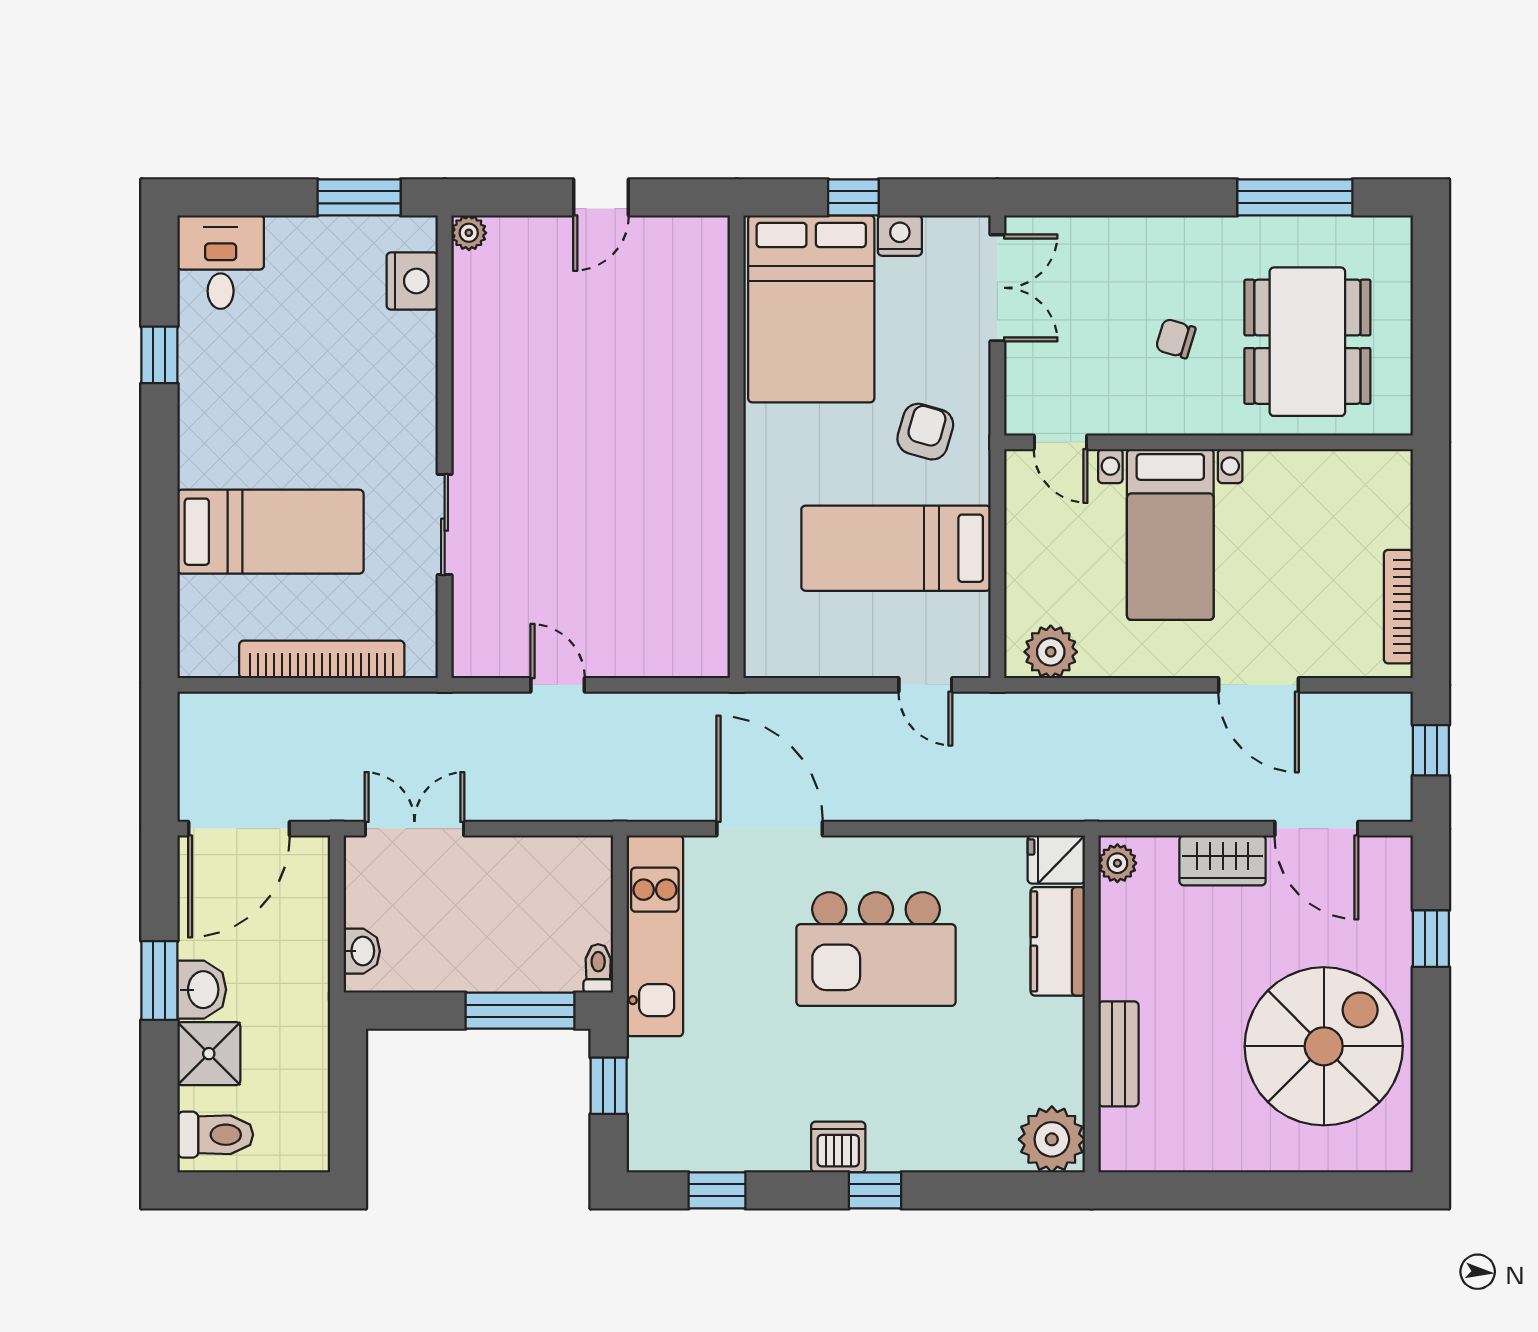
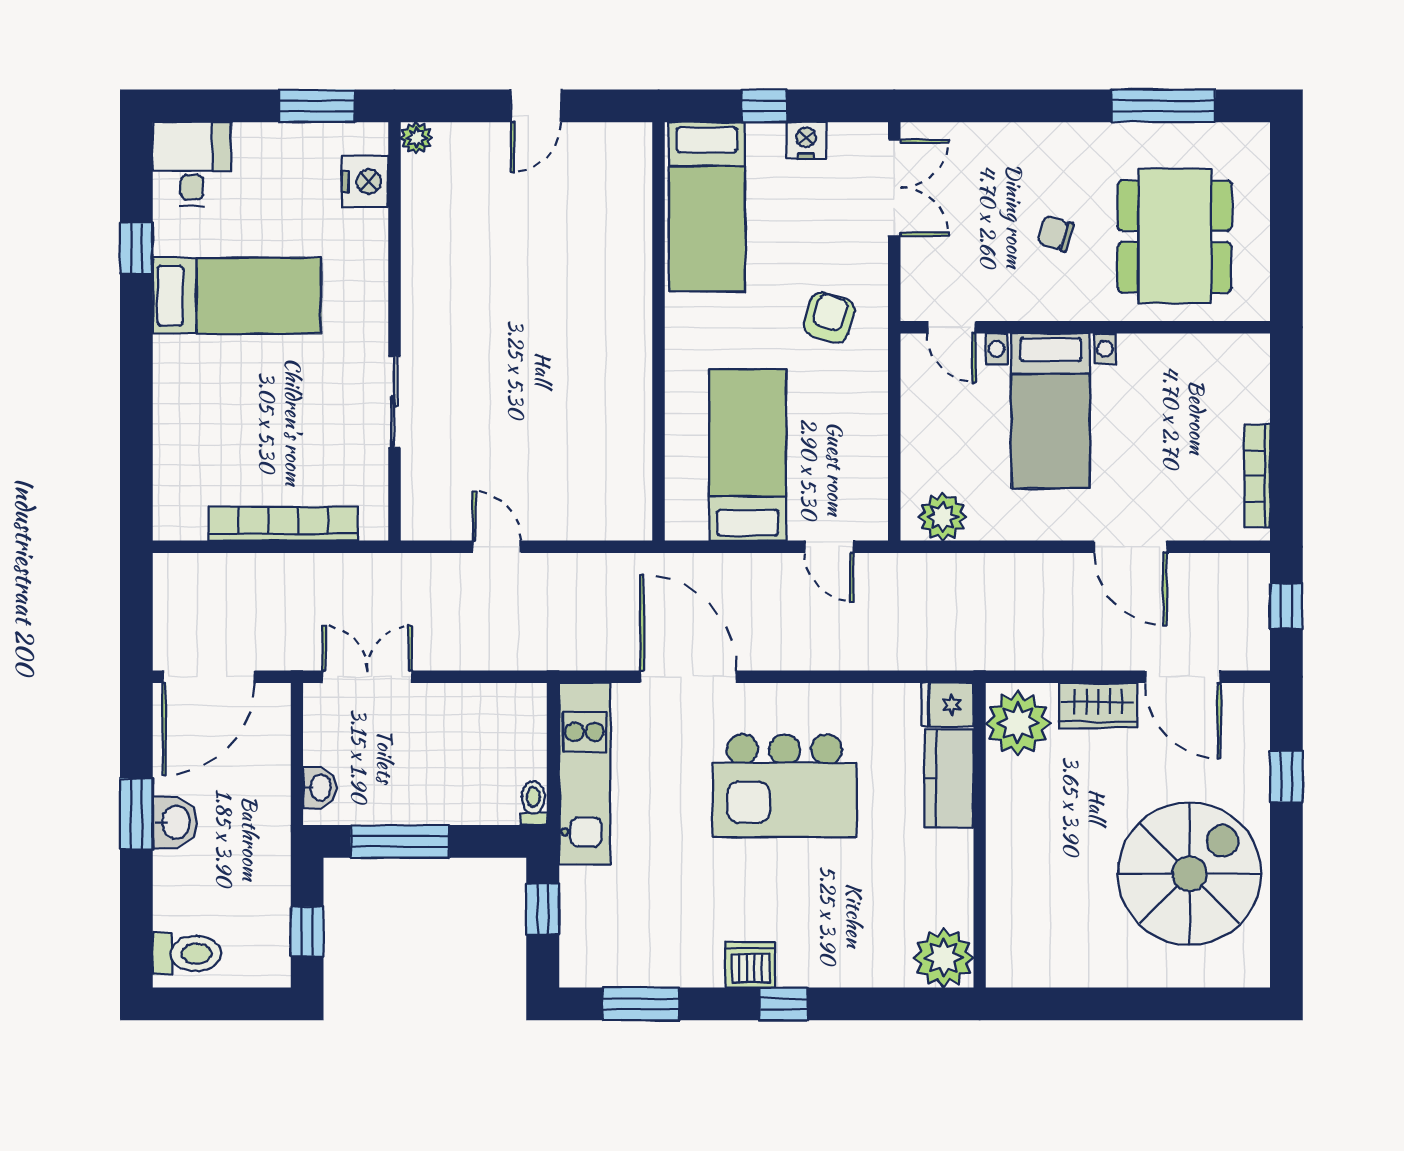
bed: (811, 309) -> (707, 207), width x0.67
bed: (270, 532) -> (237, 296), moved
bed: (896, 548) -> (748, 455), moved, turned 90
plant: (1117, 863) -> (1018, 723), width x1.88, depth x1.88
window: (520, 1011) -> (400, 841), moved
shower: (209, 1054) -> (181, 880), removed
bench: (1118, 1054) -> (1004, 880), removed
window: (348, 1111) -> (307, 932), added
window: (717, 1190) -> (641, 1004), width x1.50

